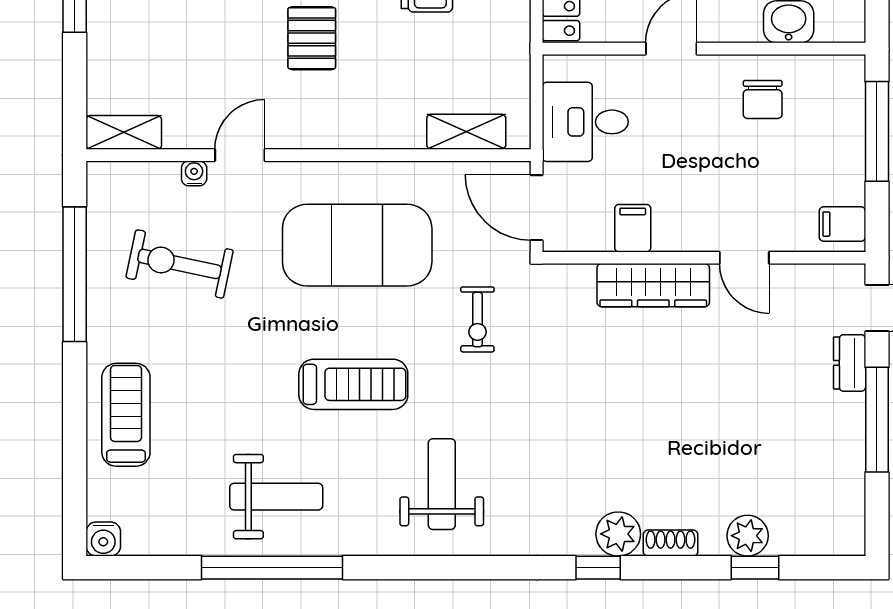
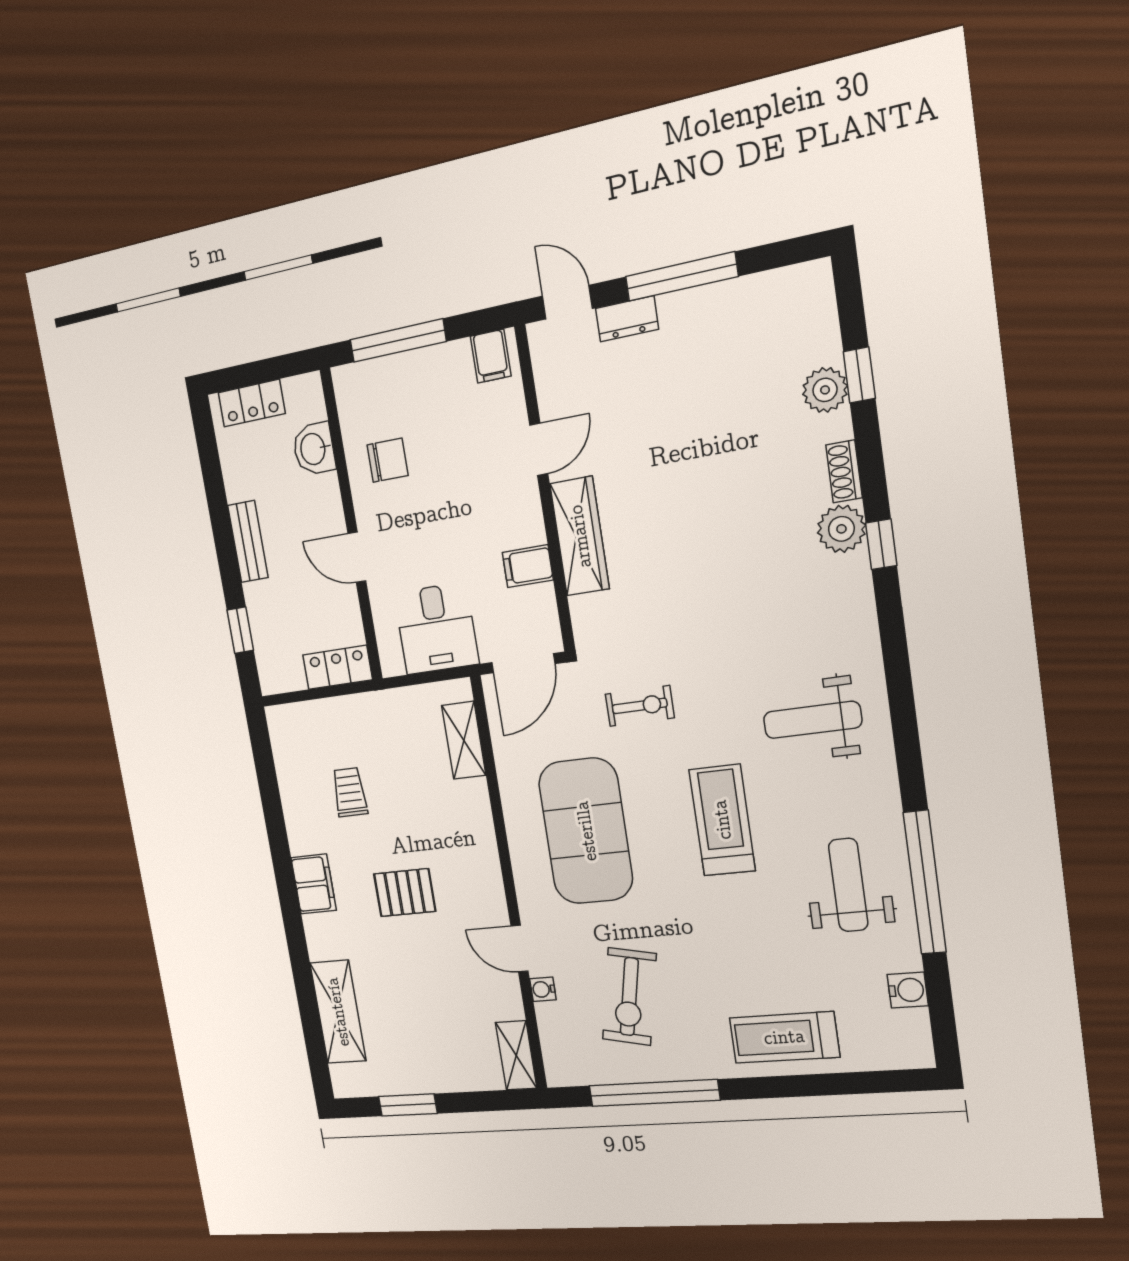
water cooler: (103, 539) -> (908, 990), moved

